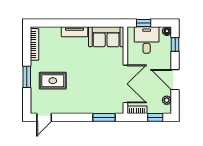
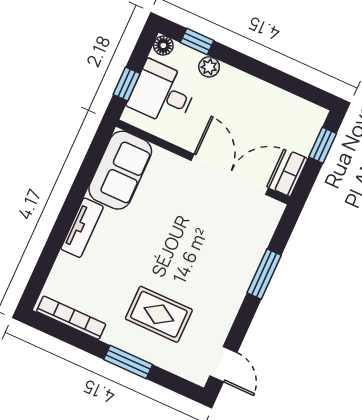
door: (175, 80) -> (266, 73), removed
rug: (53, 81) -> (159, 314), turned 90
plant: (167, 100) -> (209, 67), moved
window: (104, 117) -> (264, 274), moved

